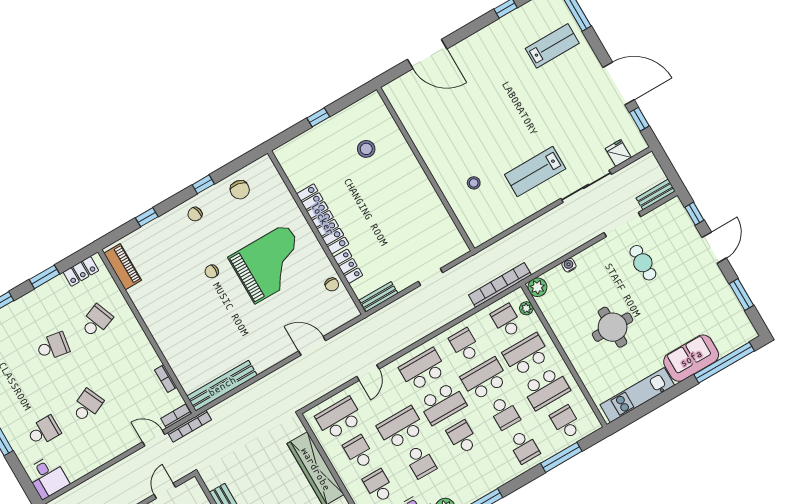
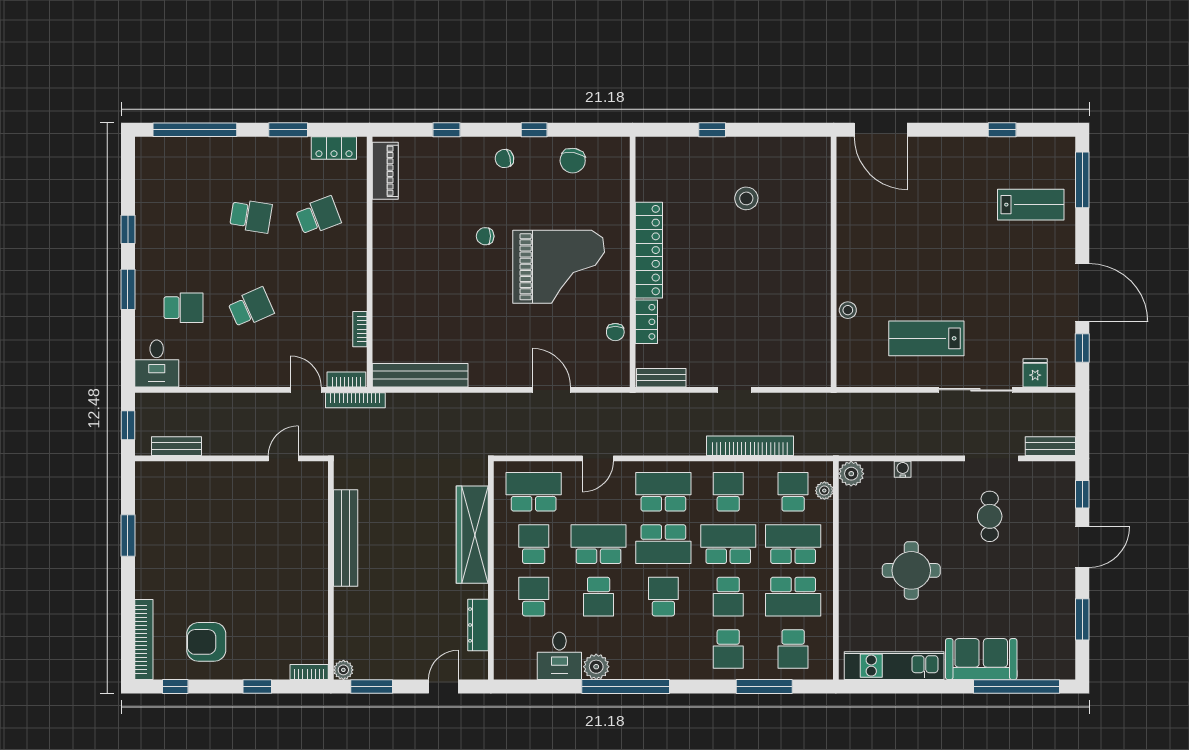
wall: (426, 169) -> (834, 262), moved
bookcase: (500, 285) -> (750, 446), moved
school desk: (566, 422) -> (793, 649), turned 180

